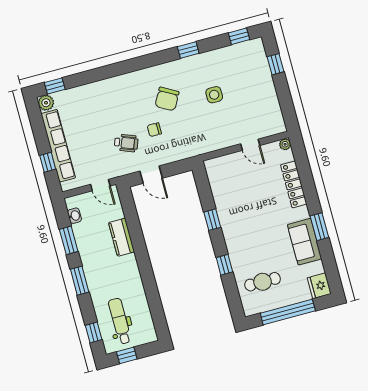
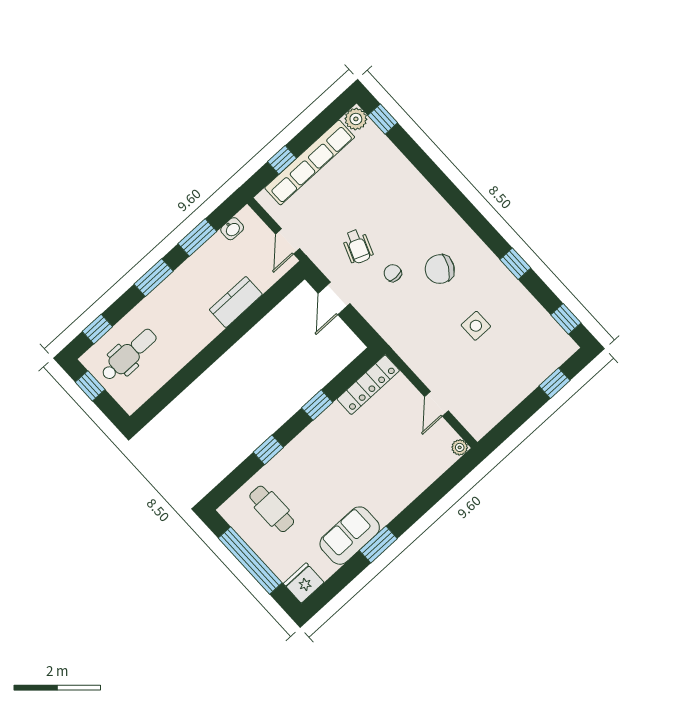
locker: (294, 184) -> (368, 385), moved, turned 180

